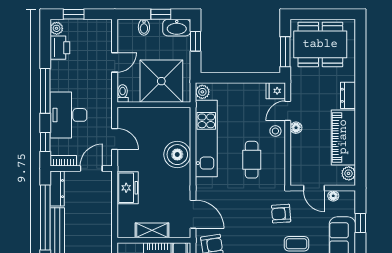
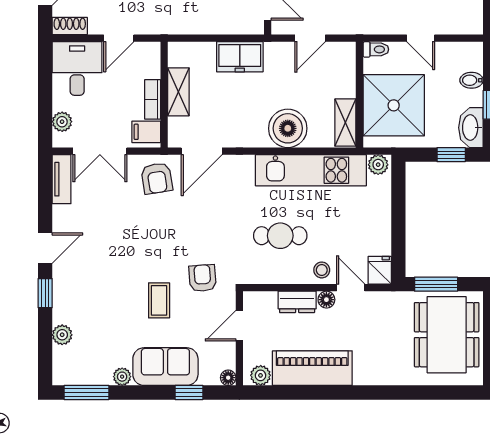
dresser: (348, 95) -> (297, 302), moved, turned 180
shelving: (173, 115) -> (345, 123), added
floor lamp: (333, 196) -> (228, 378), moved

